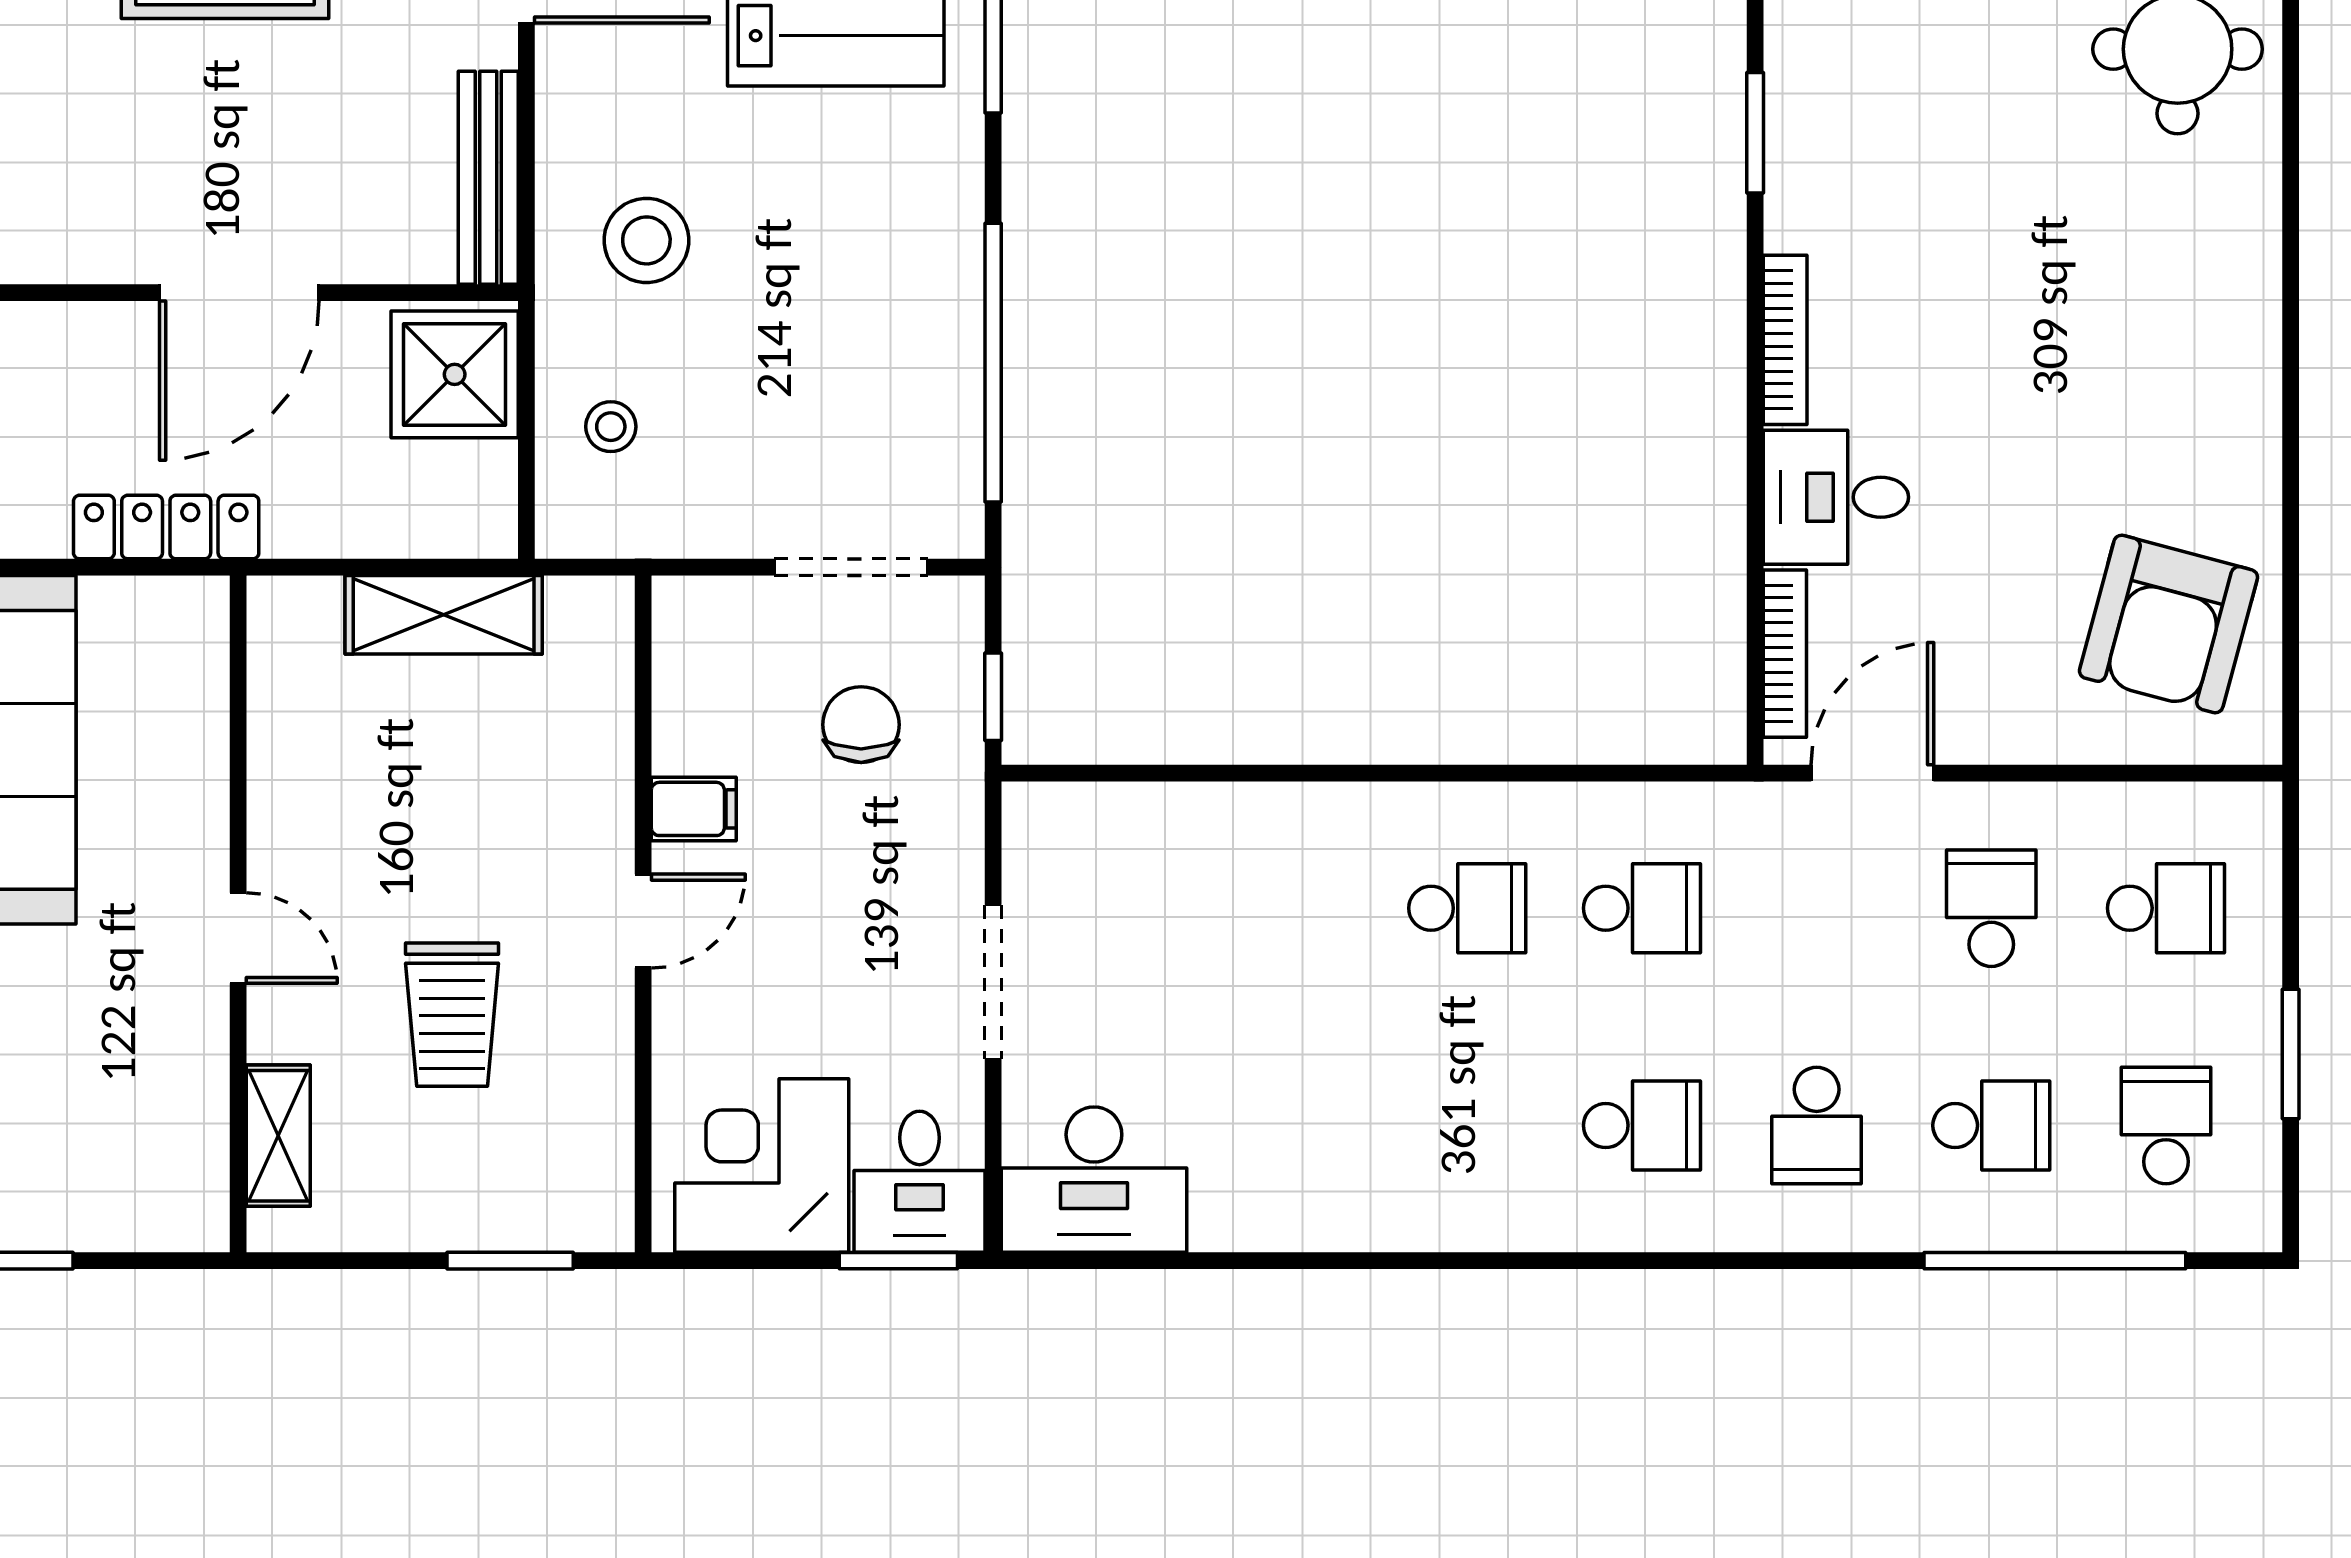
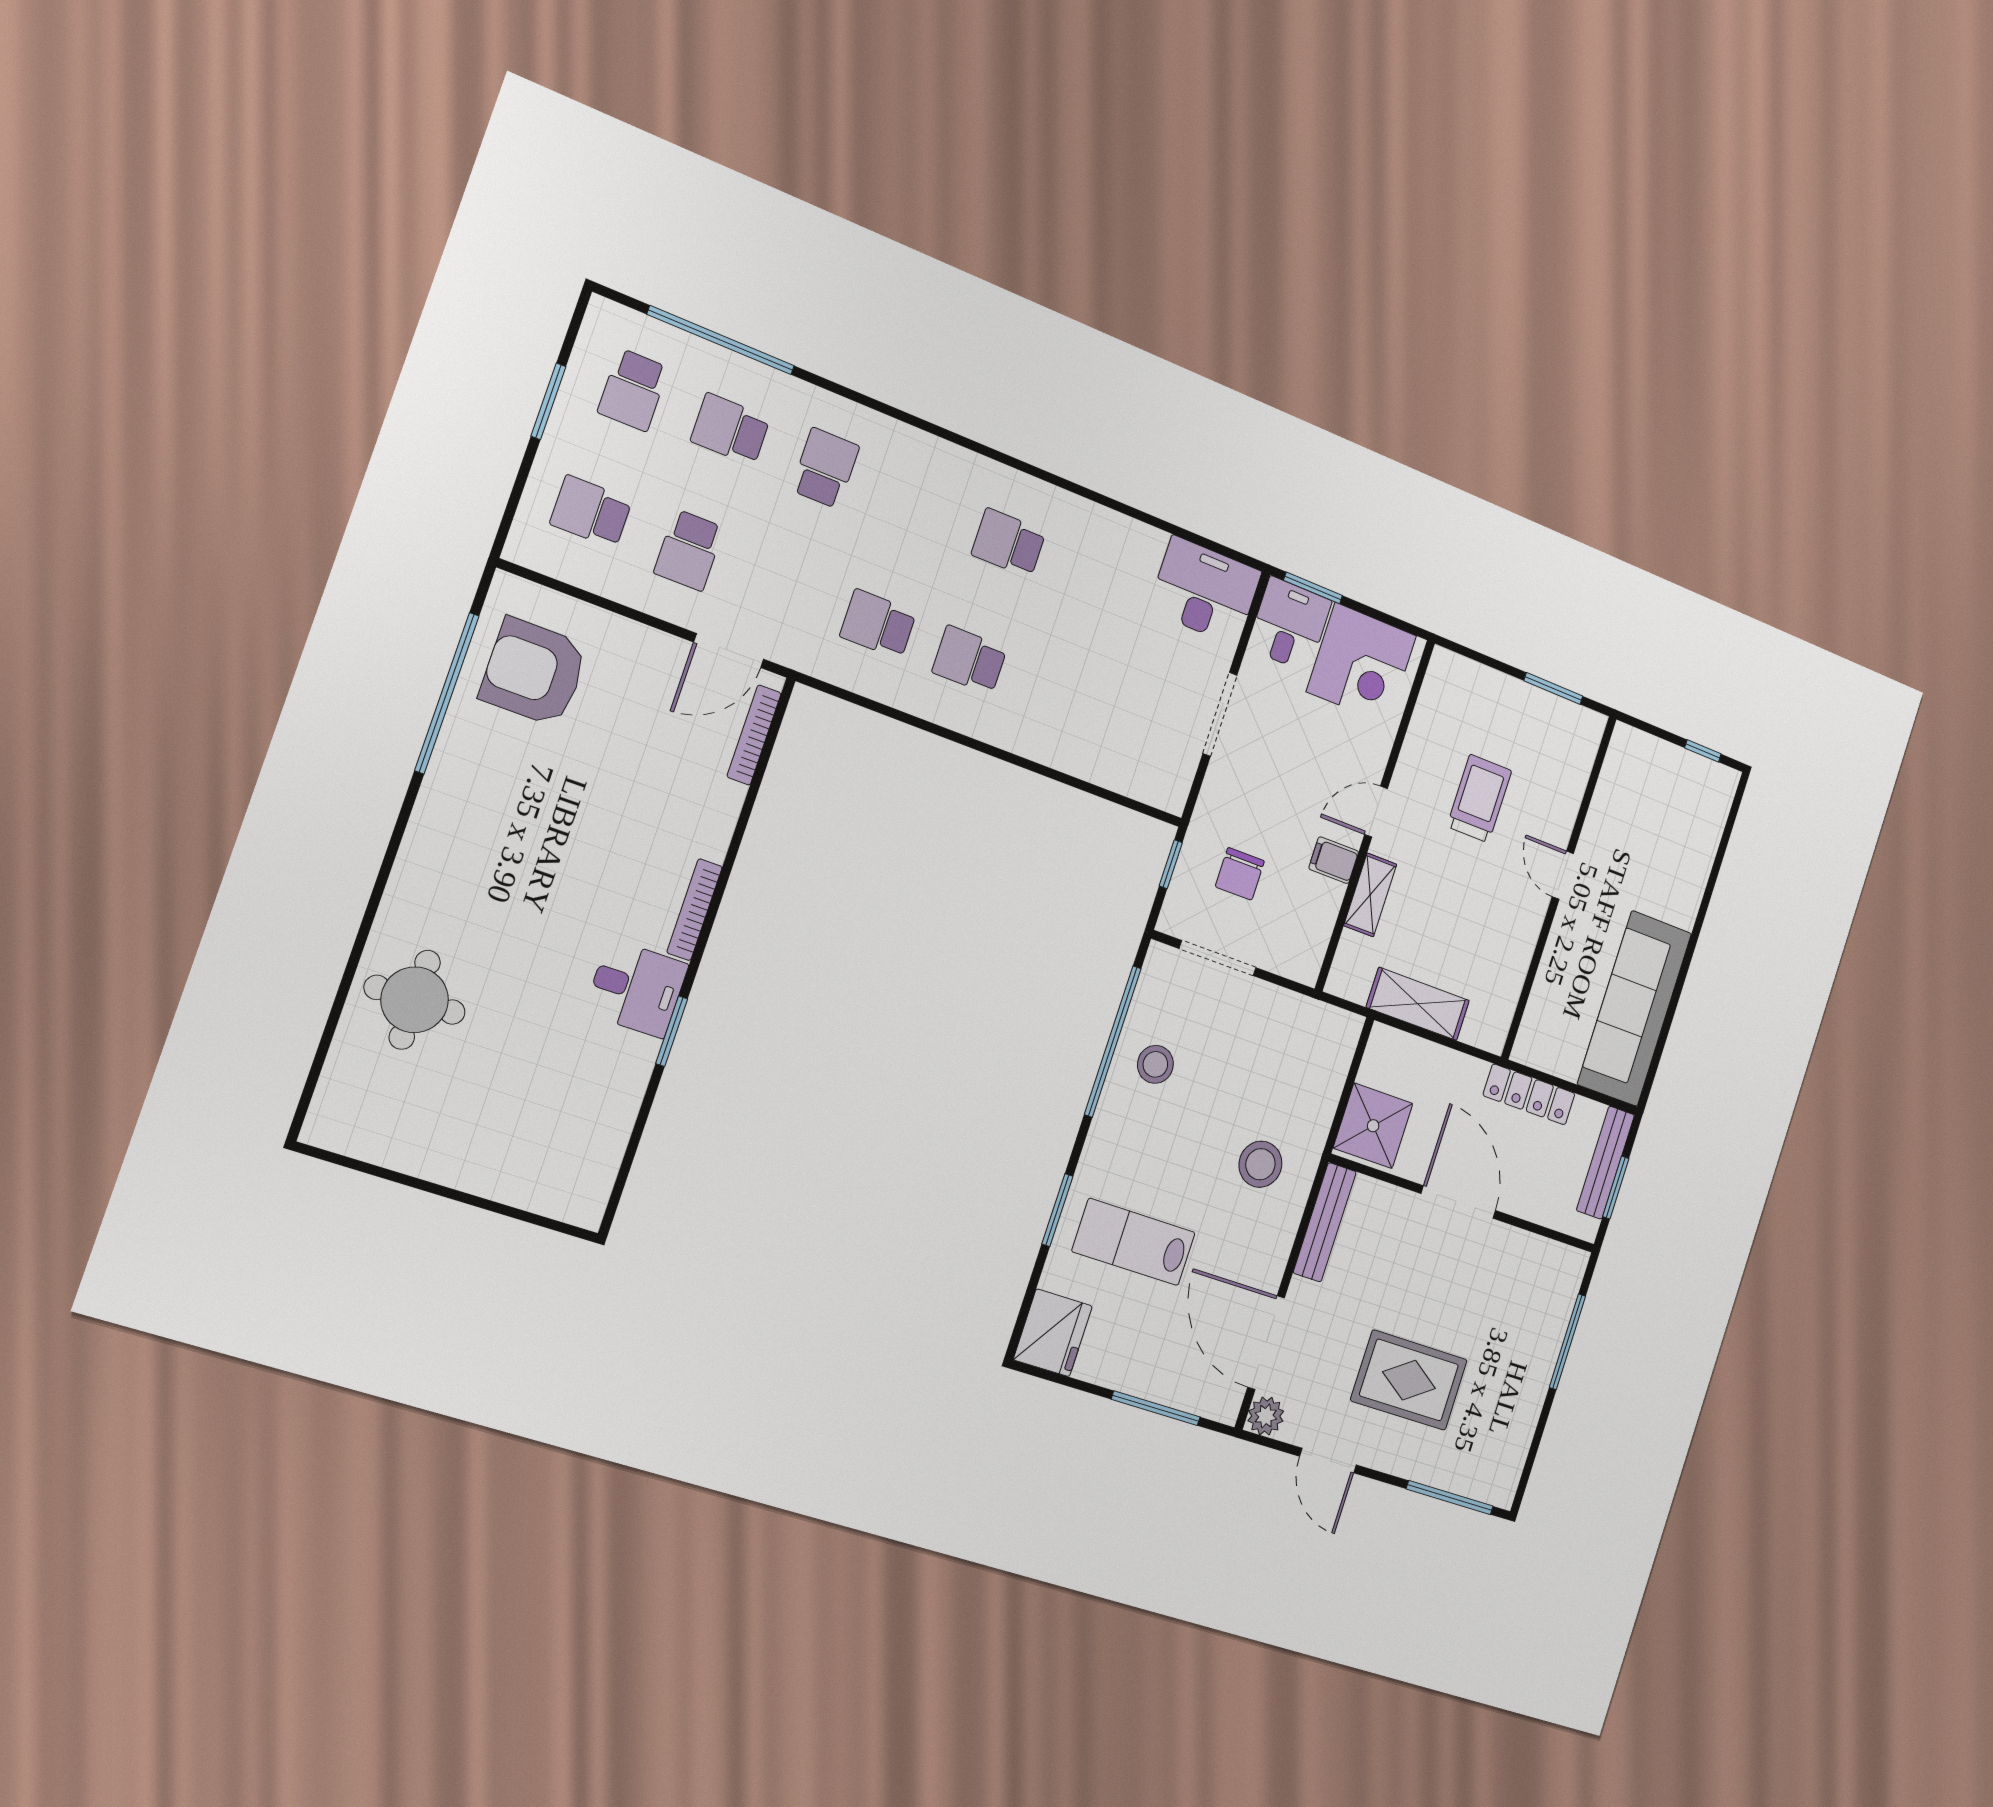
door: (239, 293) -> (1458, 1202), hinge flipped
stool: (611, 427) -> (1155, 1064), moved, width x1.37, depth x1.37
desk: (1836, 497) -> (636, 988), moved
window: (2291, 542) -> (447, 693), added
armchair: (2168, 624) -> (534, 672), turned -105
school desk: (1642, 1126) -> (1009, 543), moved
shelving: (278, 1136) -> (1370, 895), moved
window: (510, 1261) -> (1553, 688), moved

